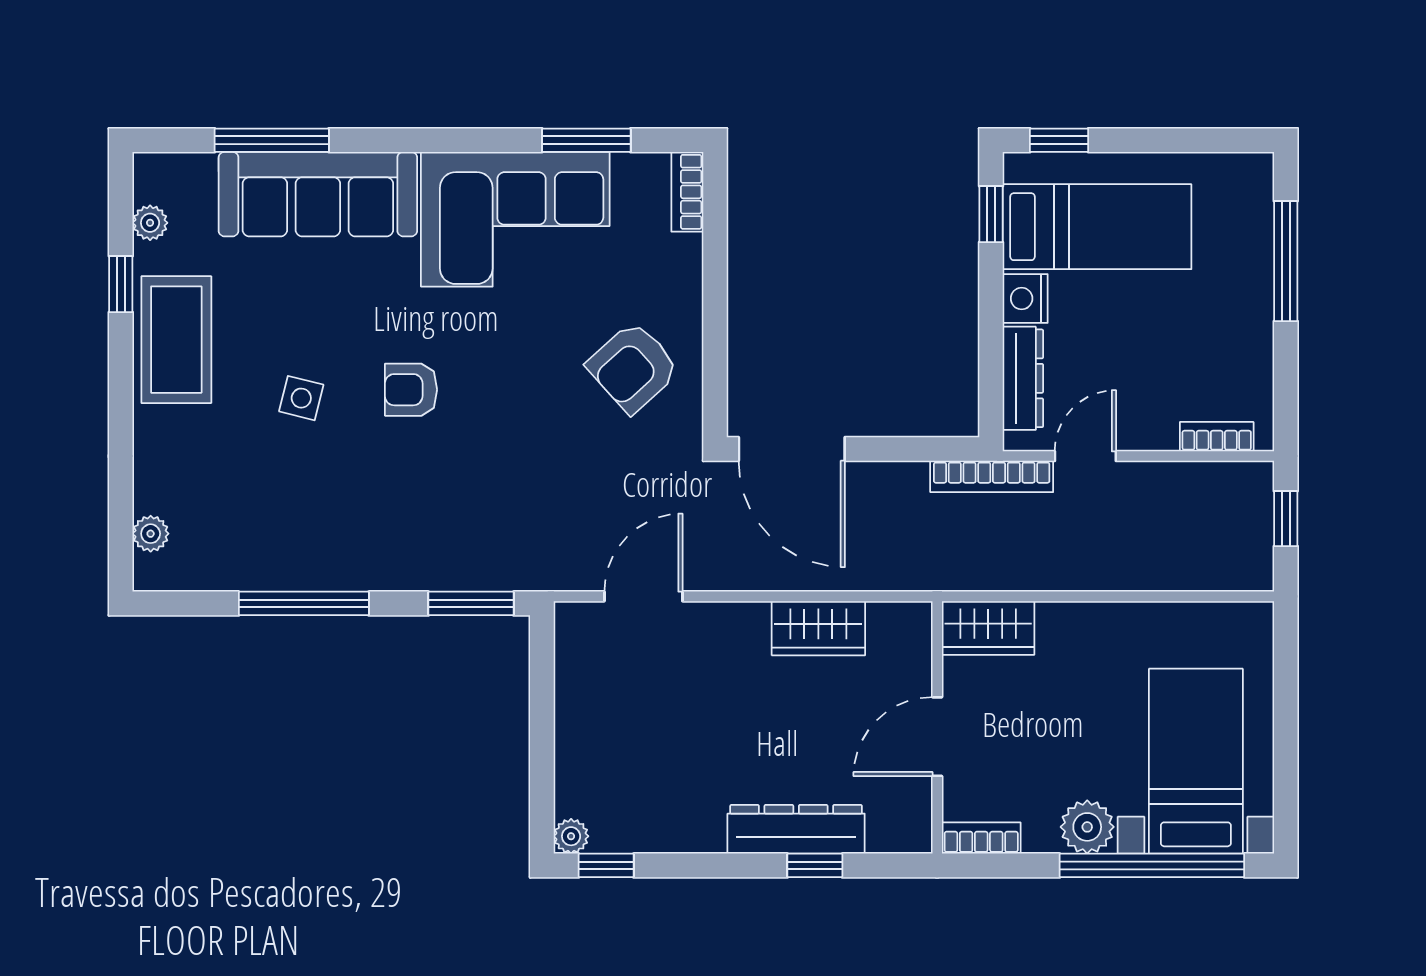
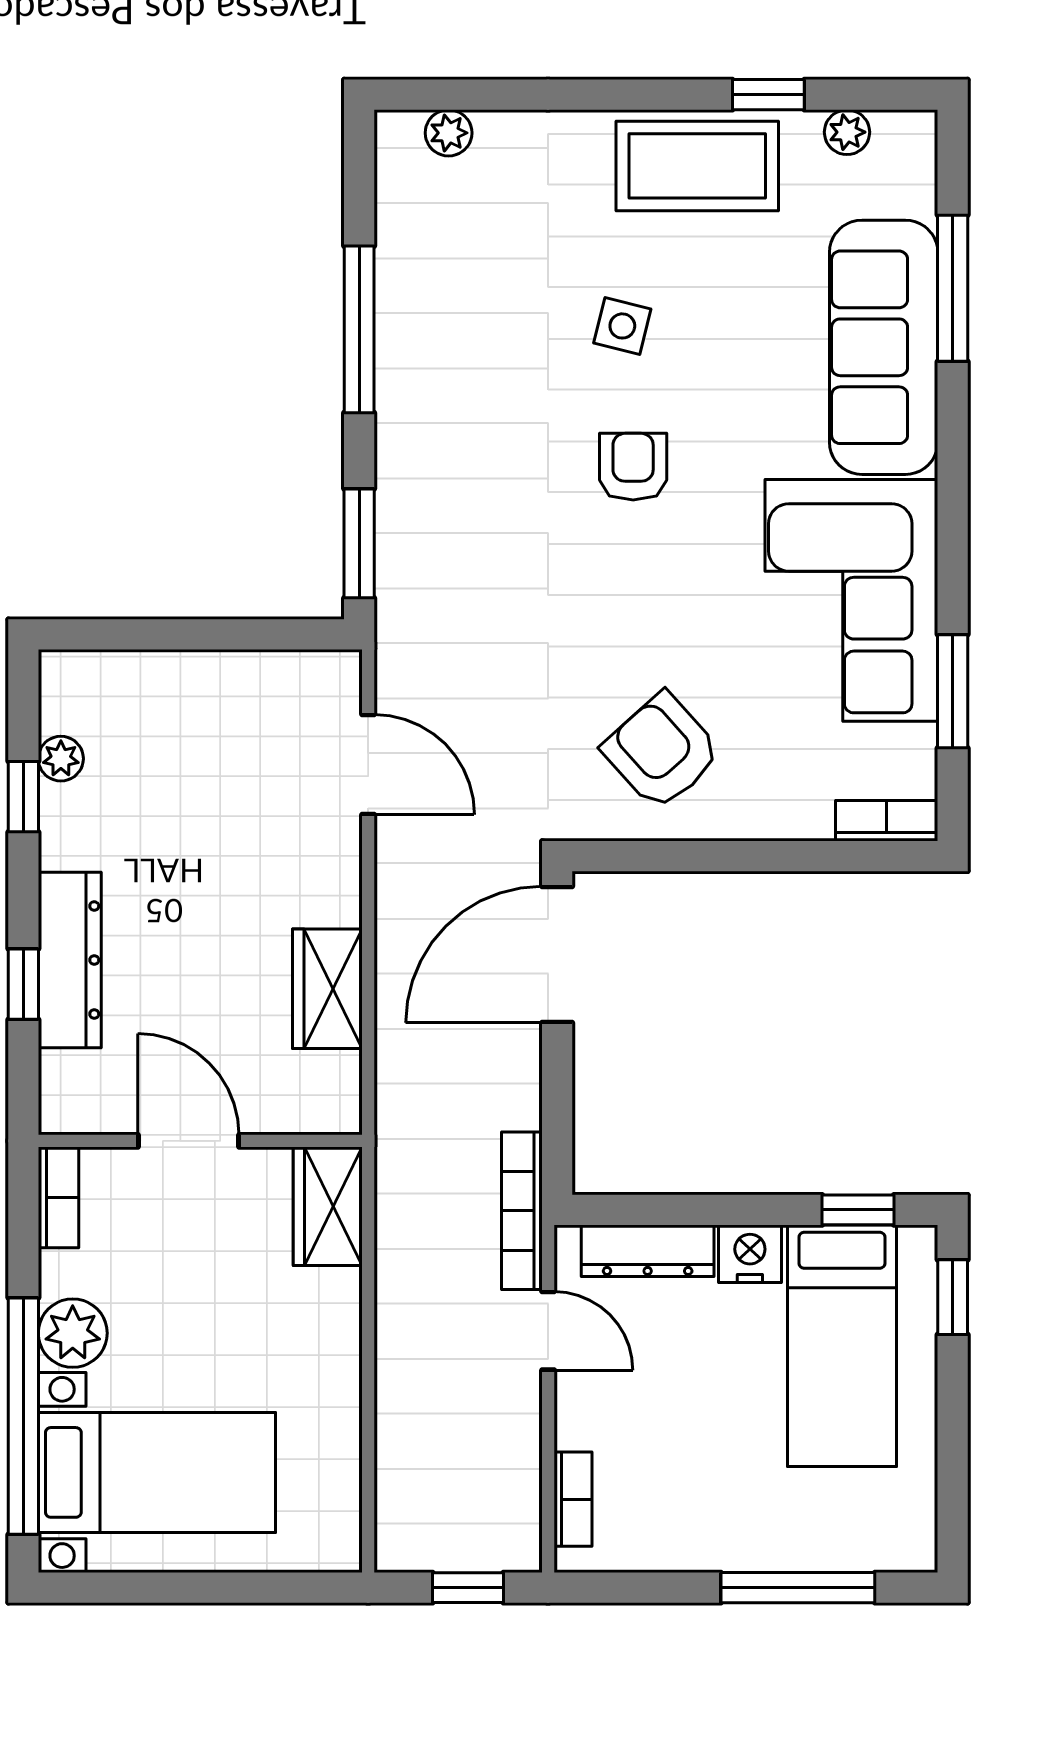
plant: (571, 836) -> (61, 759), moved
window: (606, 865) -> (23, 797), moved

